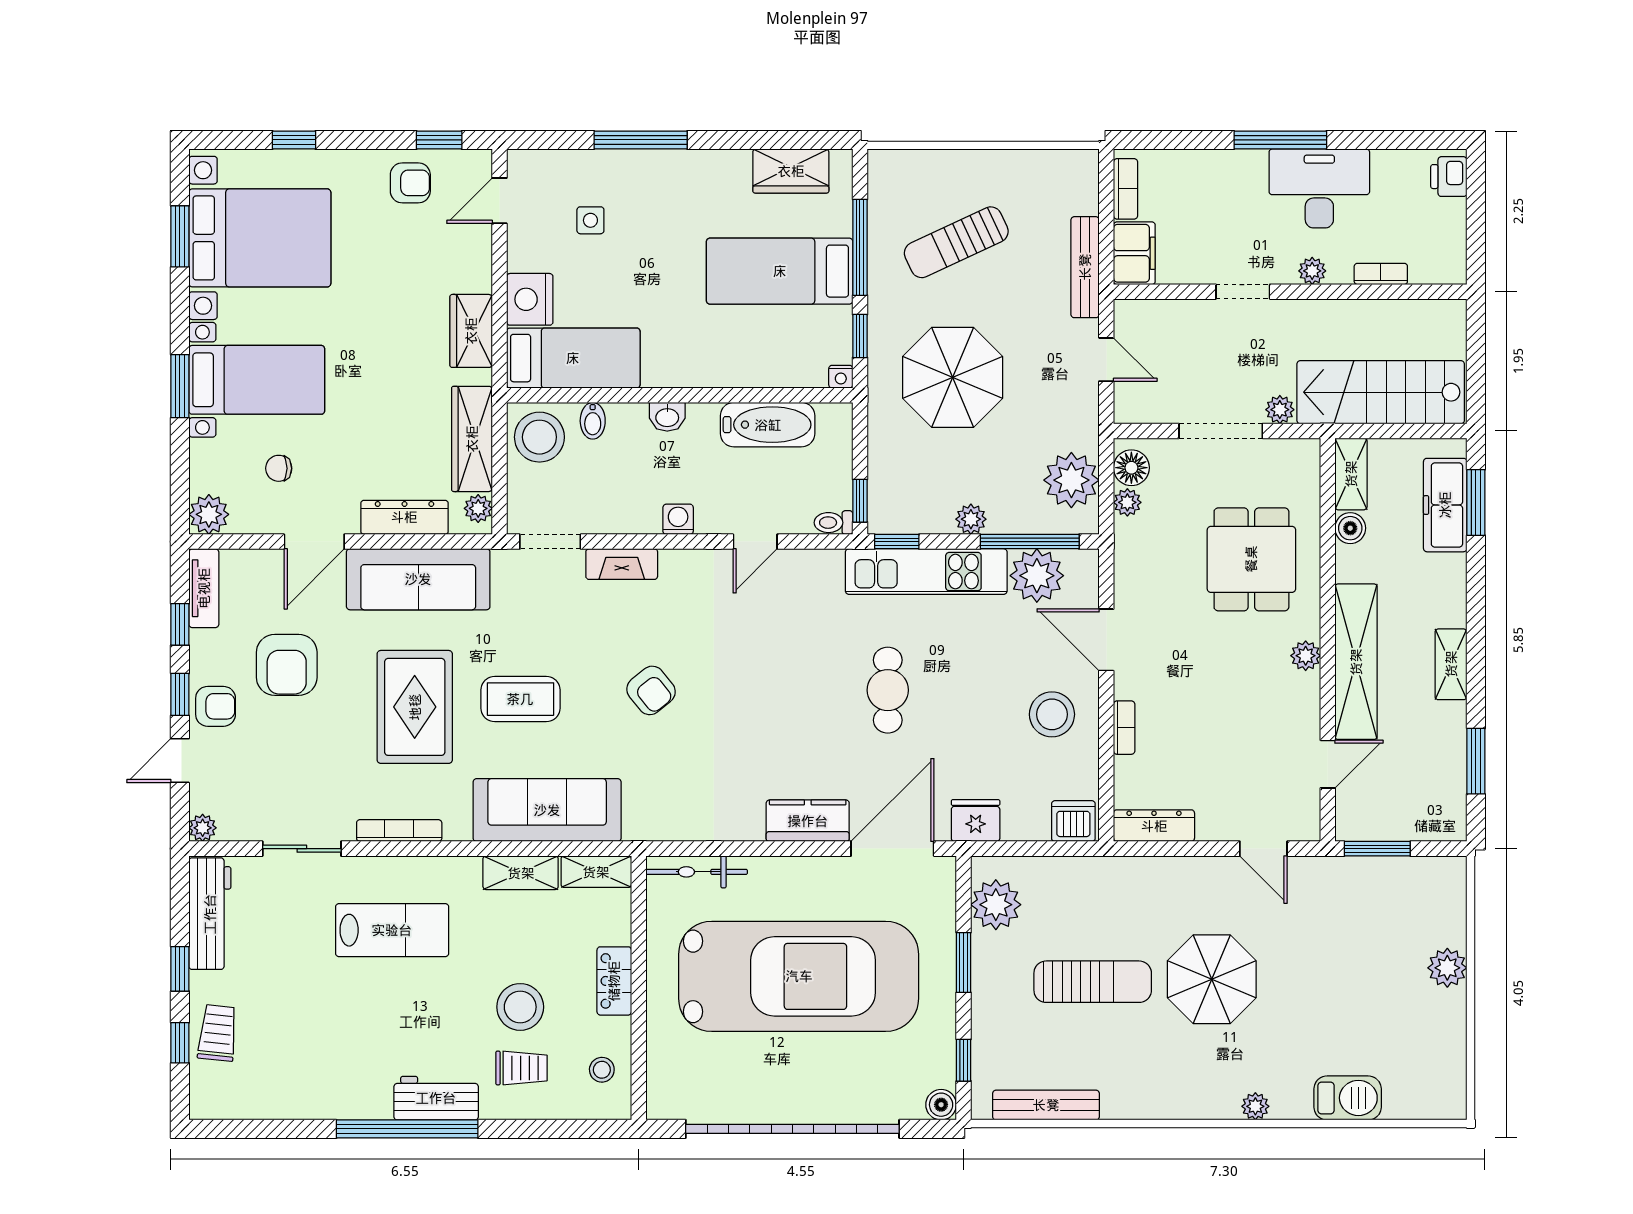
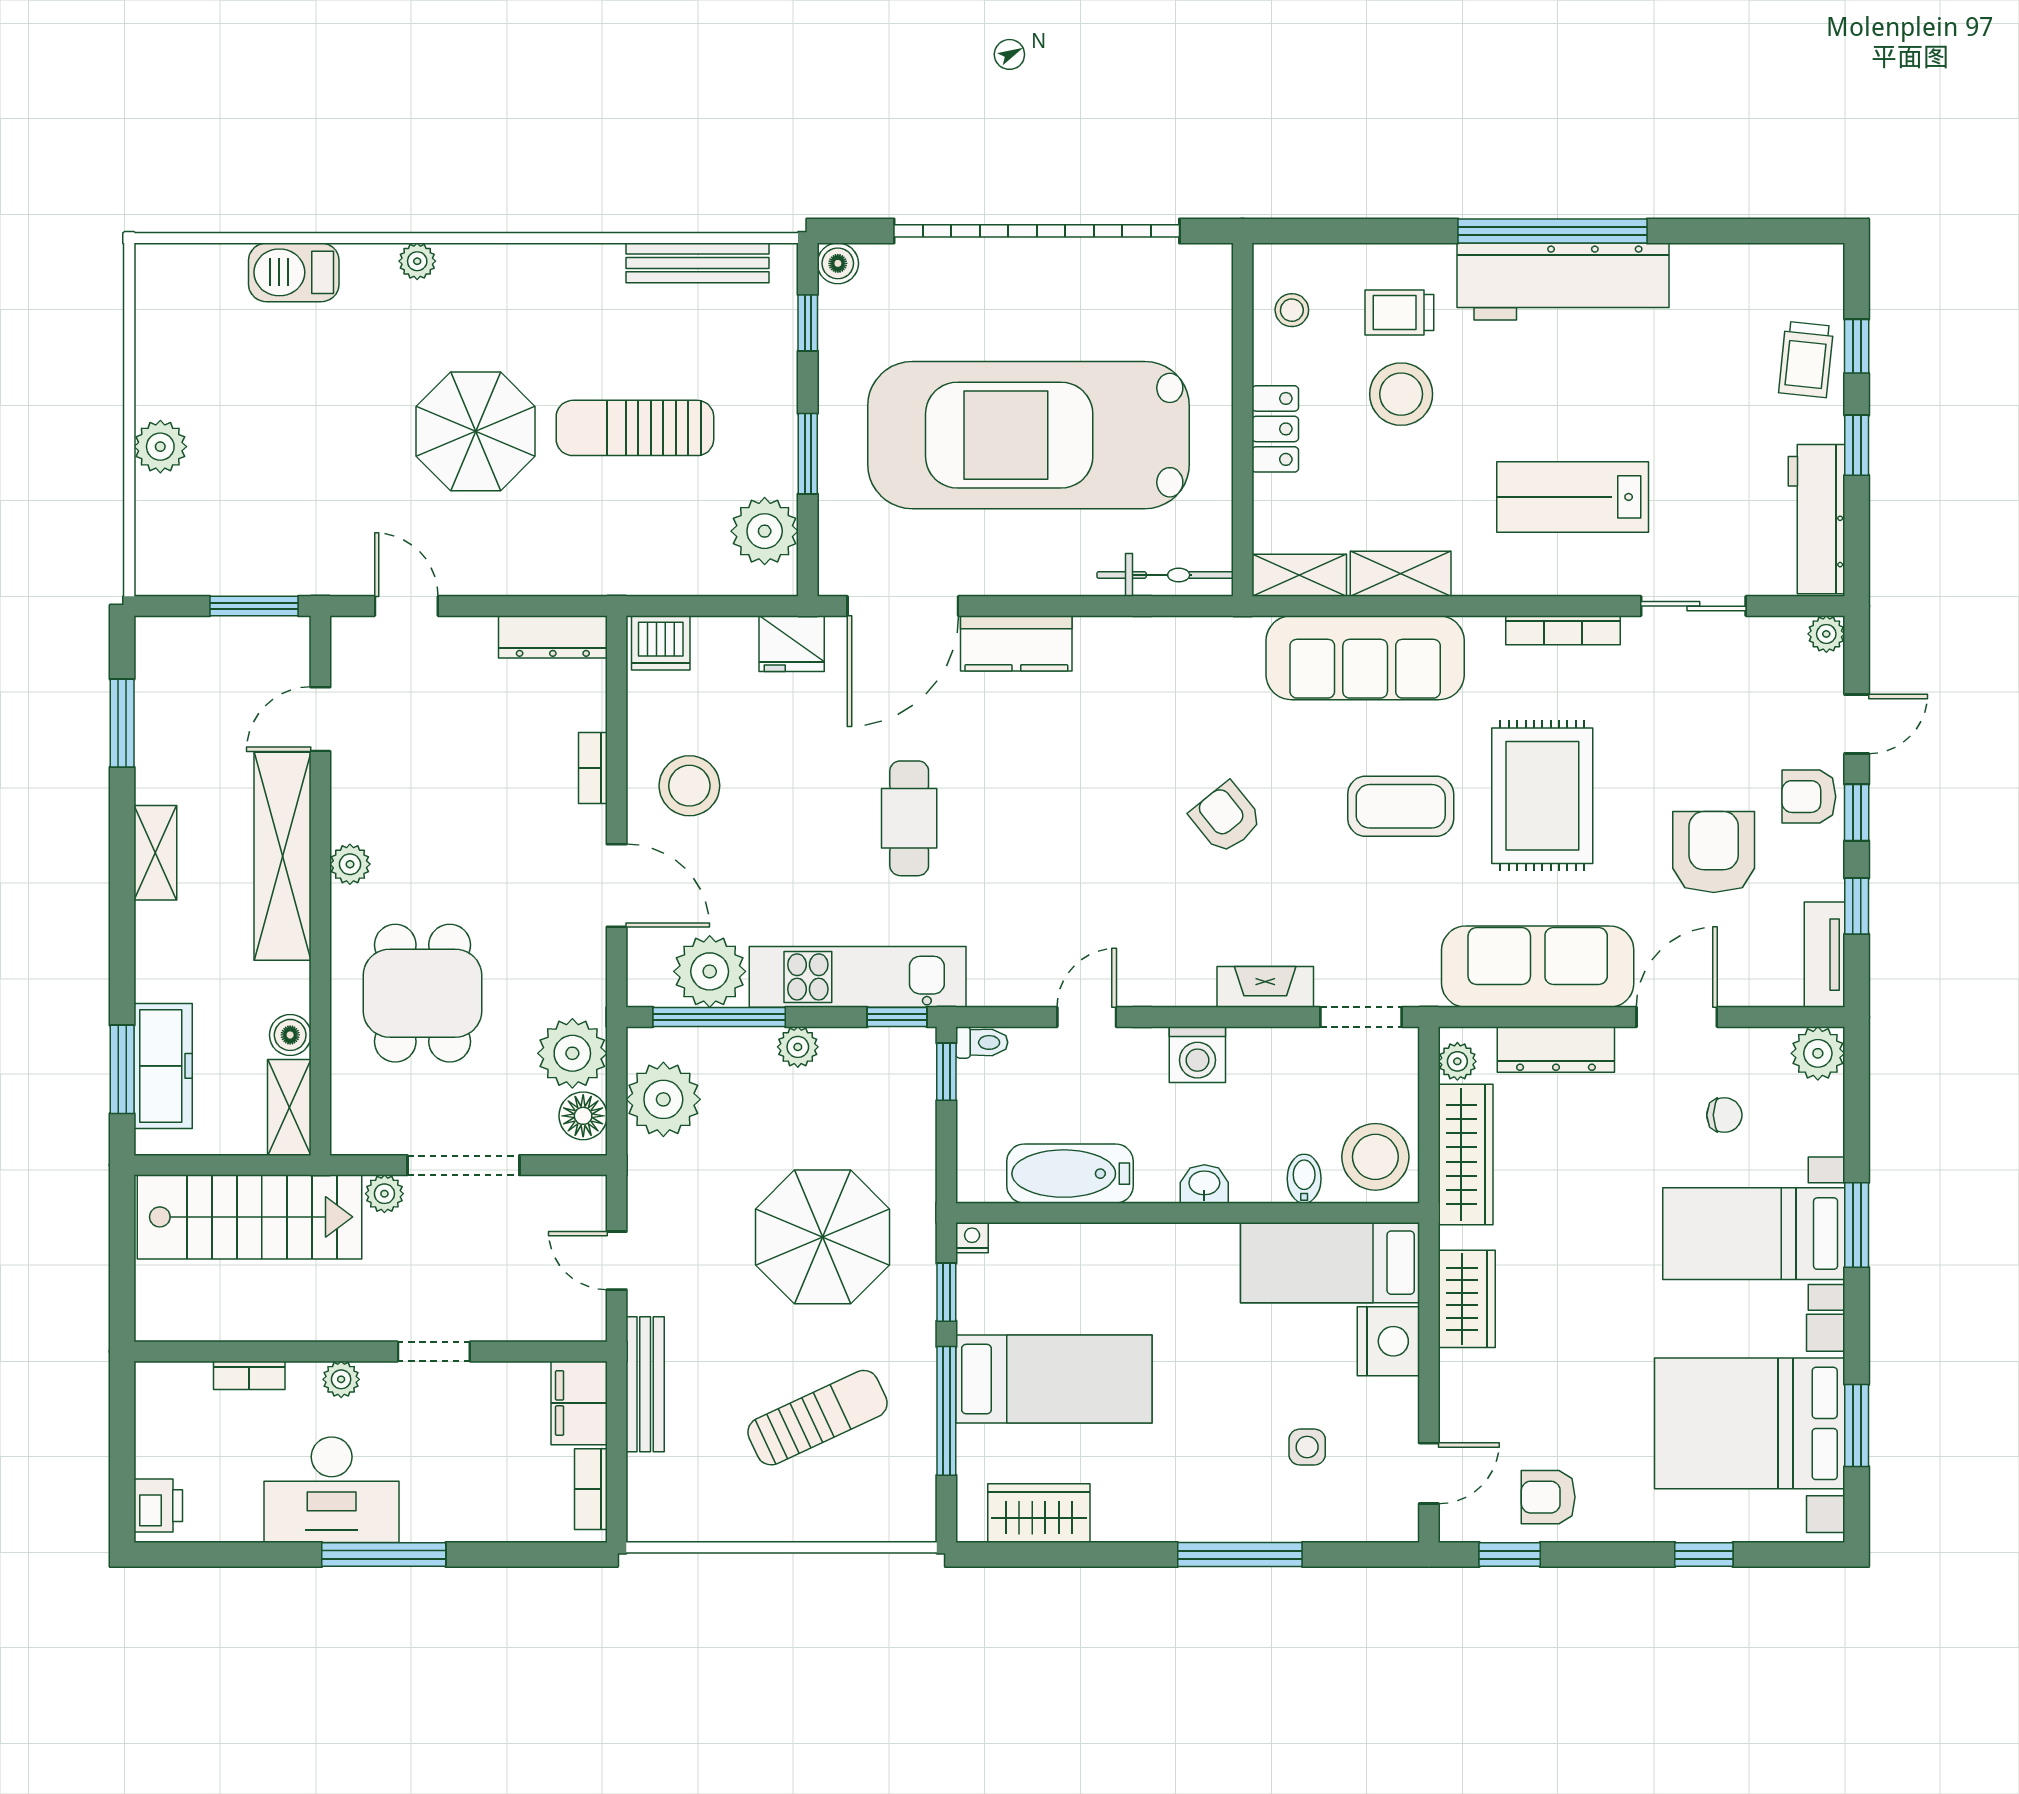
plant: (1127, 502) -> (572, 1053), width x1.88, depth x1.88
washing machine: (678, 519) -> (1197, 1055), width x1.38, depth x1.38
workbench: (436, 1098) -> (1563, 281), width x1.88, depth x1.32

